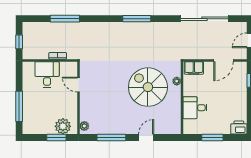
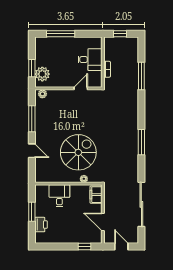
printer: (239, 128) -> (41, 225), moved

